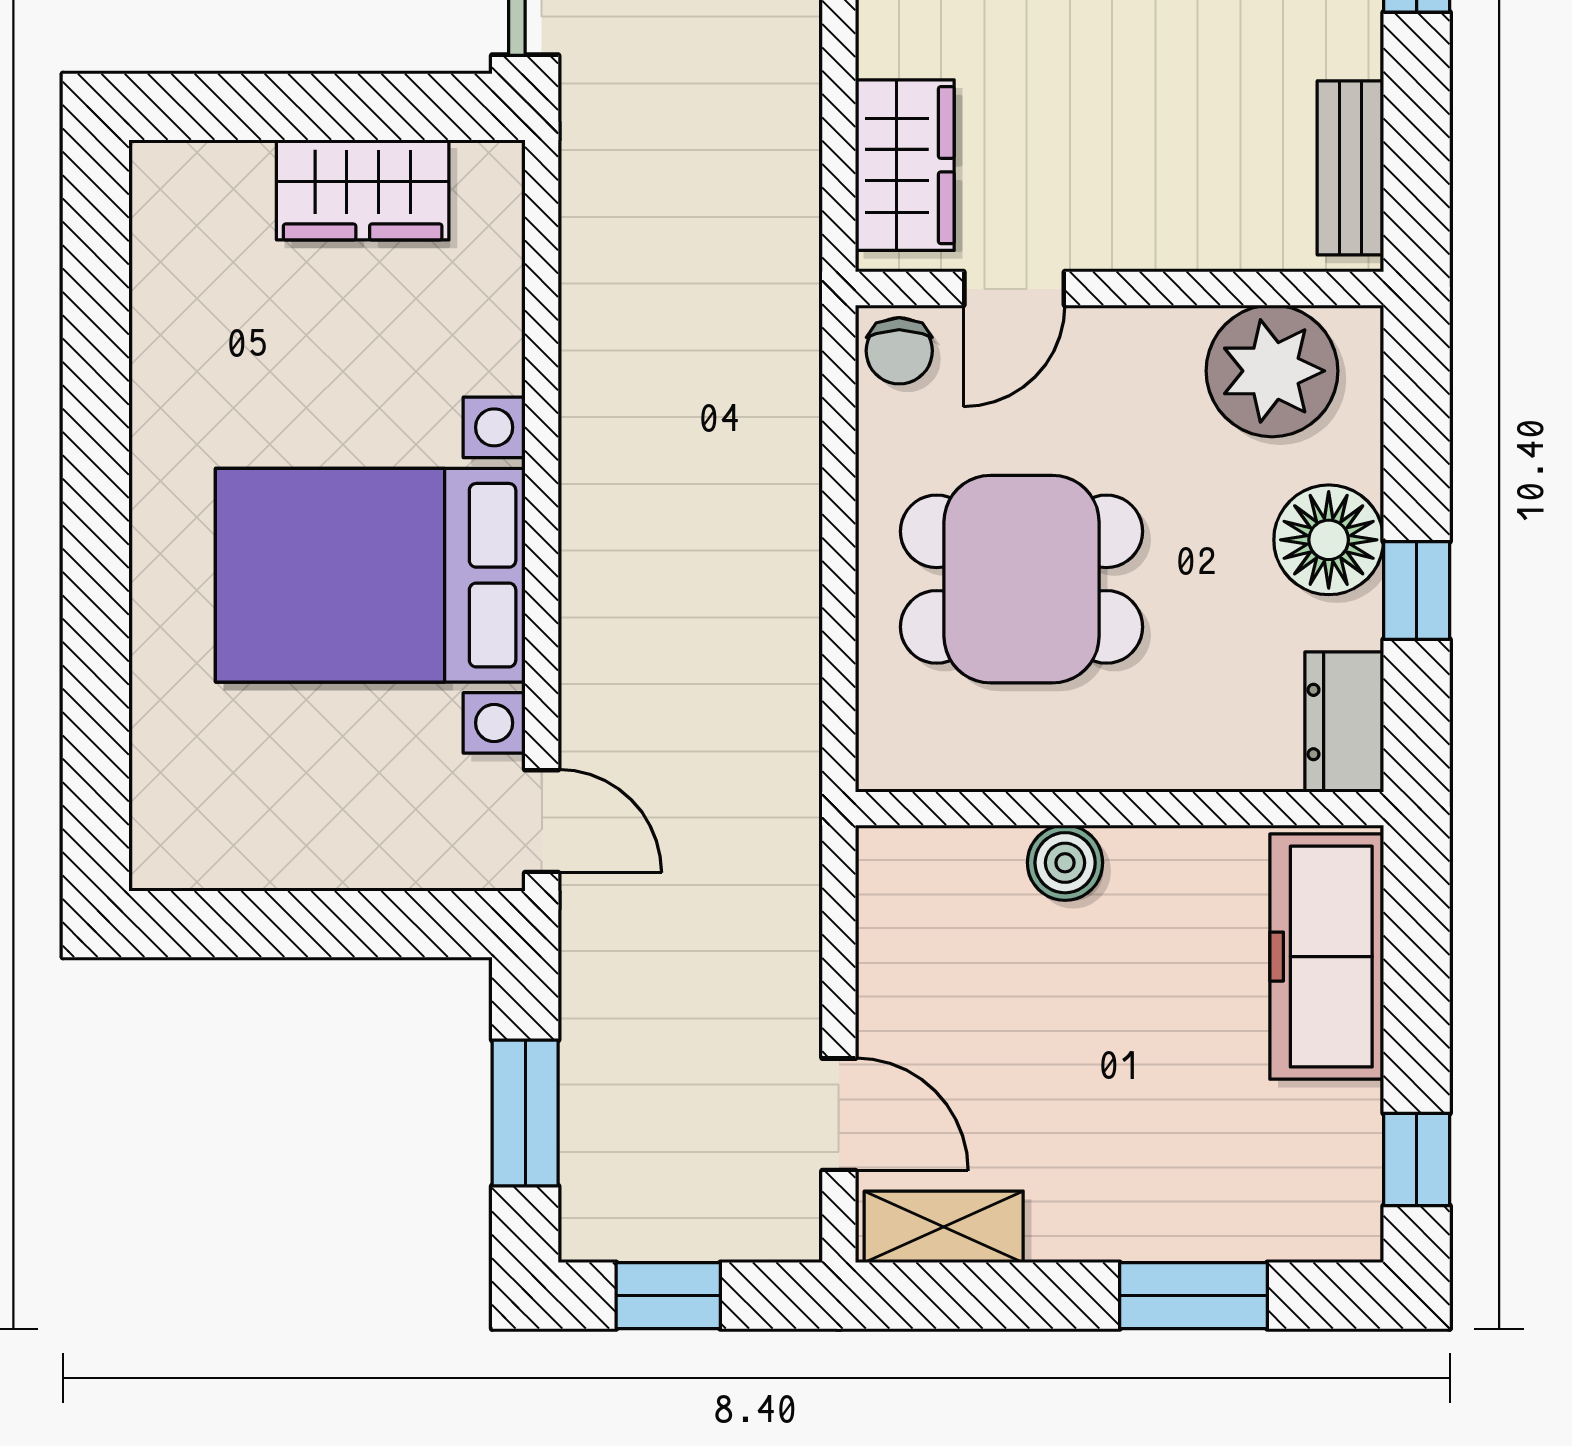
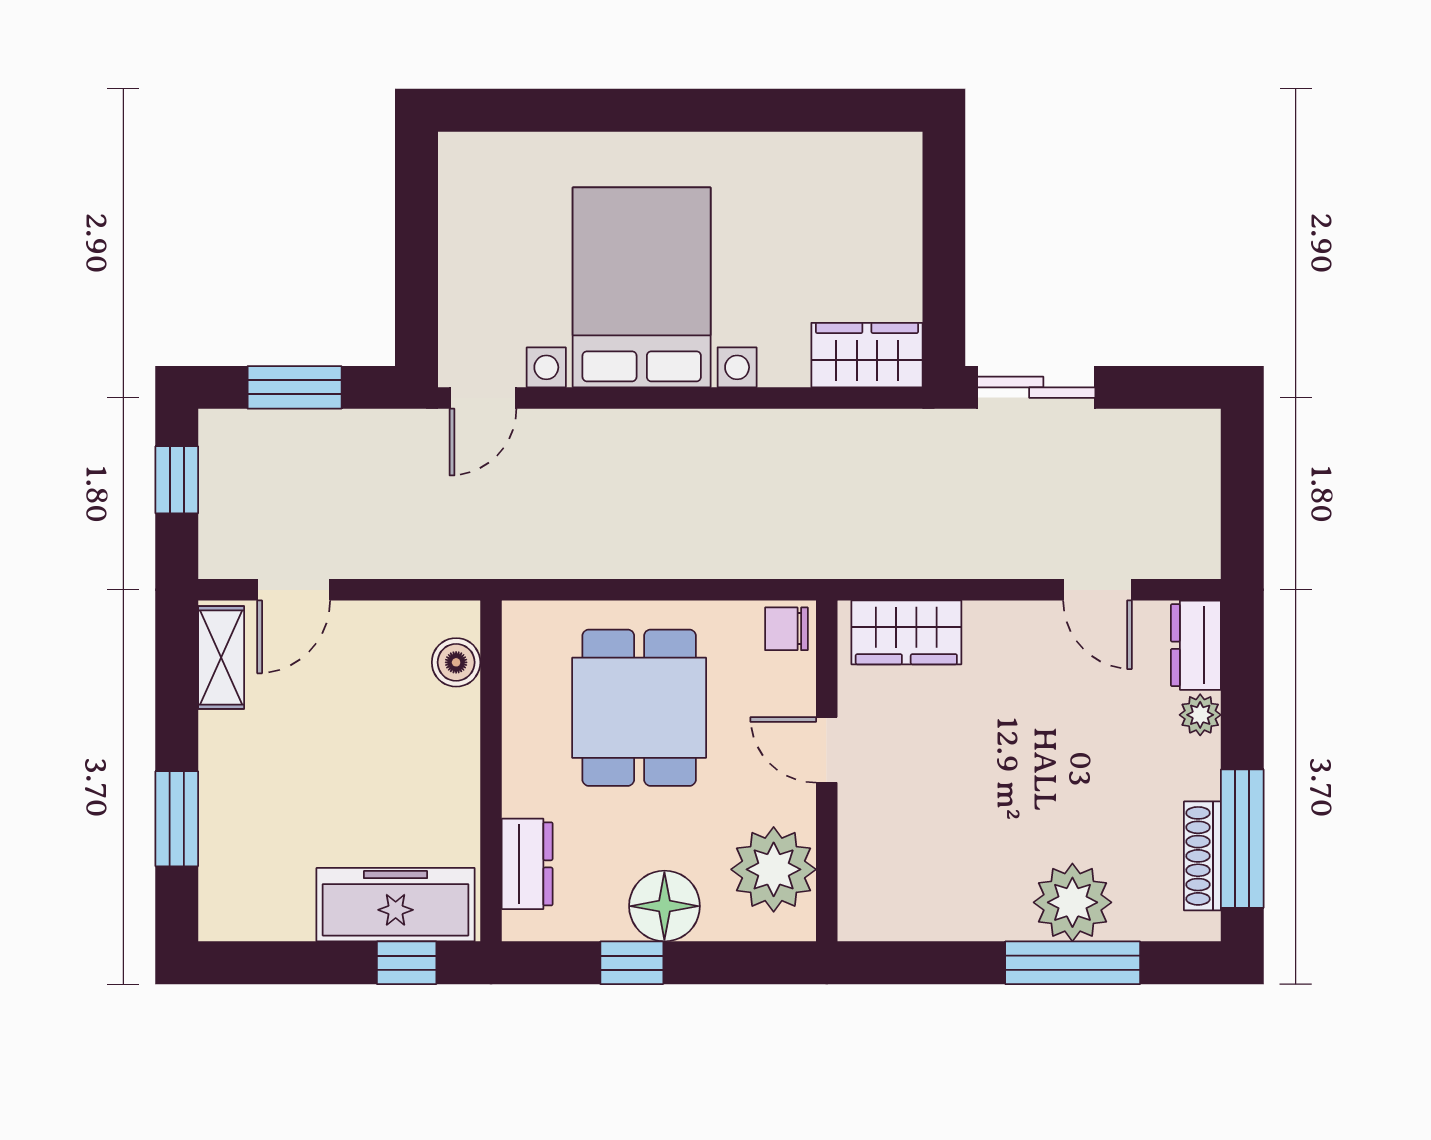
bench: (1350, 168) -> (905, 920), removed
wardrobe: (363, 190) -> (867, 355), moved, turned 90
door: (1014, 289) -> (827, 750), moved
dresser: (1344, 722) -> (527, 864), moved, turned 90
boiler: (1065, 863) -> (456, 662), moved
window: (1417, 1160) -> (407, 963), moved

